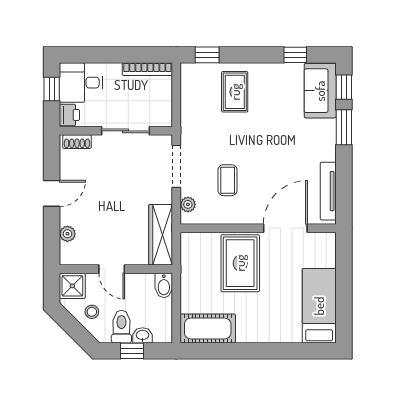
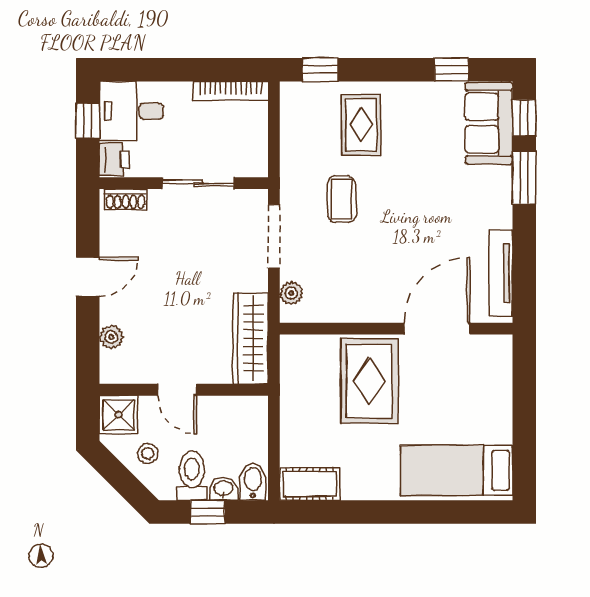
coffee table: (228, 180) -> (342, 199), moved
bidet: (164, 285) -> (253, 482), moved, turned 180
bed: (319, 306) -> (457, 470), moved, turned -90
cot: (208, 328) -> (310, 484), width x0.73, depth x0.75

